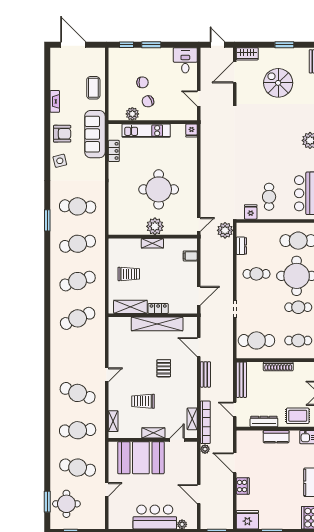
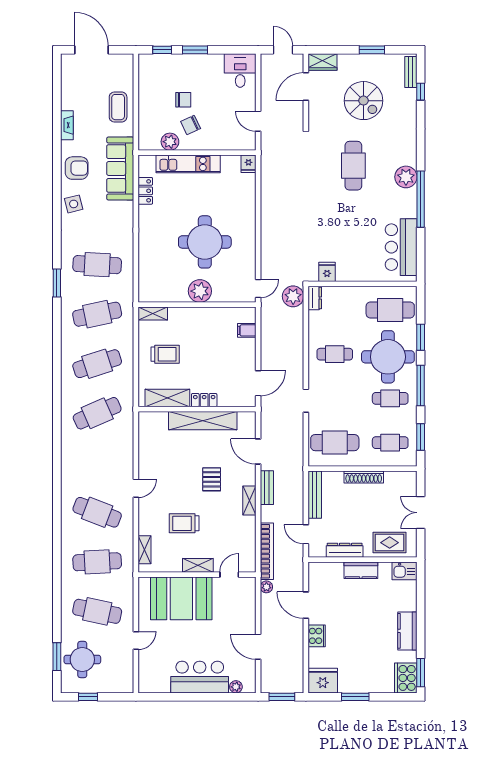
spiral stairs: (278, 83) -> (364, 101), turned 180
cafe table: (269, 197) -> (353, 166), moved, width x1.37, depth x1.35
shelving: (152, 243) -> (153, 314), moved
dresser: (241, 246) -> (315, 298), moved
shelving: (192, 419) -> (249, 500), moved

